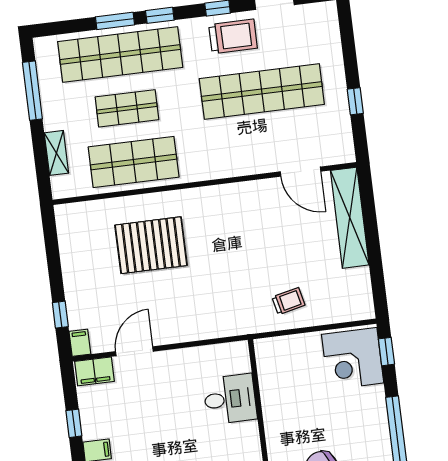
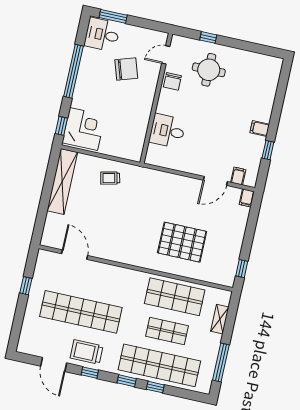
window: (115, 21) -> (155, 387), width x0.67
shelving: (350, 218) -> (62, 182), moved
window: (60, 315) -> (242, 269), moved
filing cabinet: (94, 371) -> (238, 176), width x0.50

